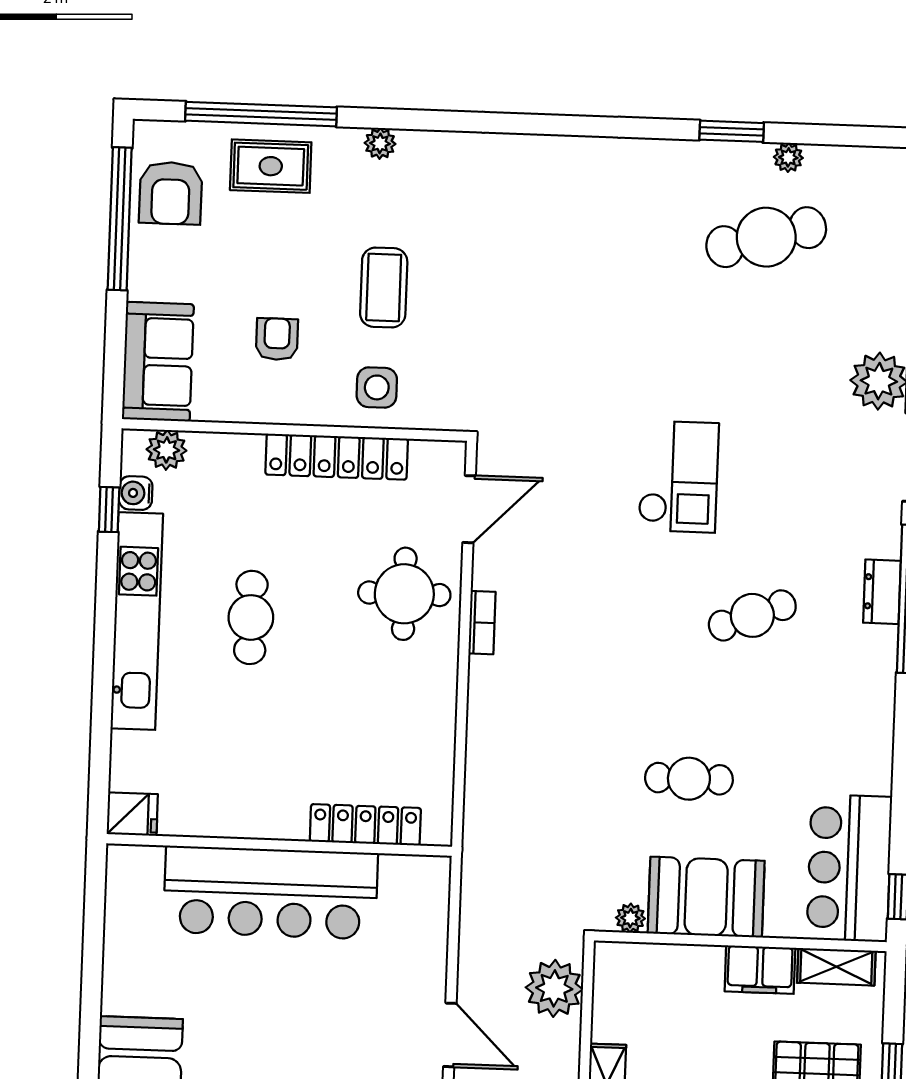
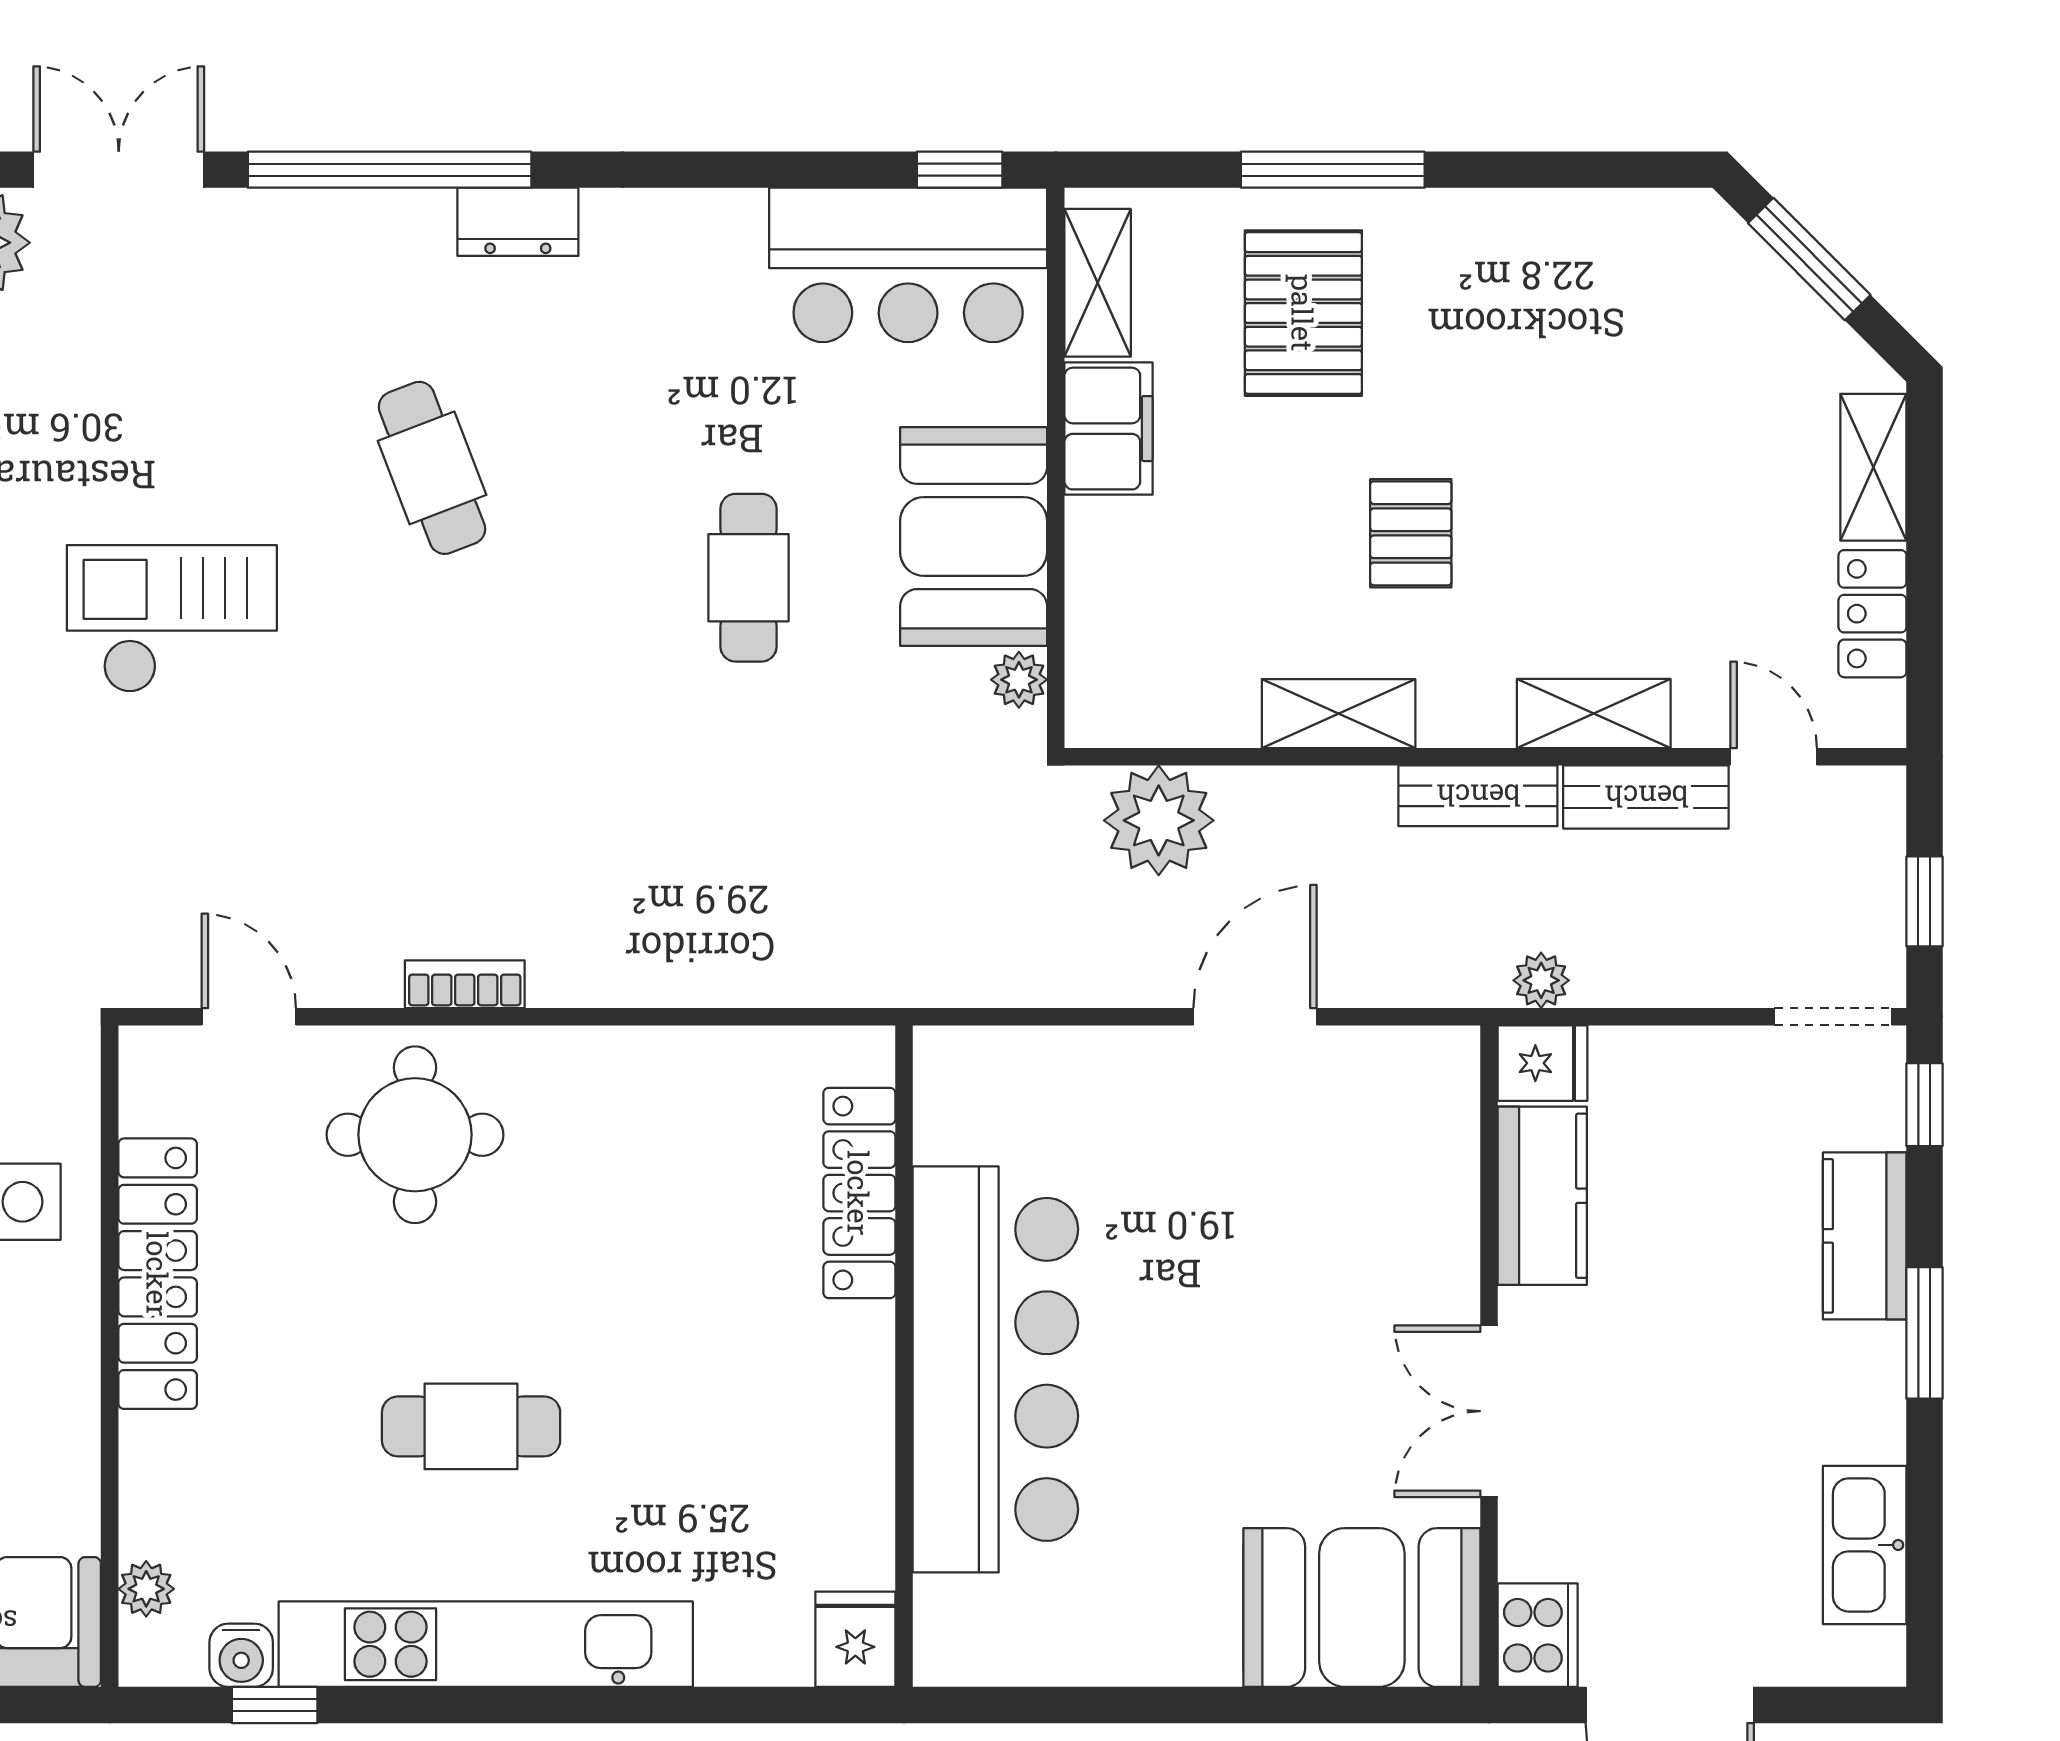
plant: (167, 450) -> (146, 1589), width x0.73, depth x0.73
door: (469, 509) -> (249, 1017), width x0.73
dresser: (882, 592) -> (518, 222), moved

